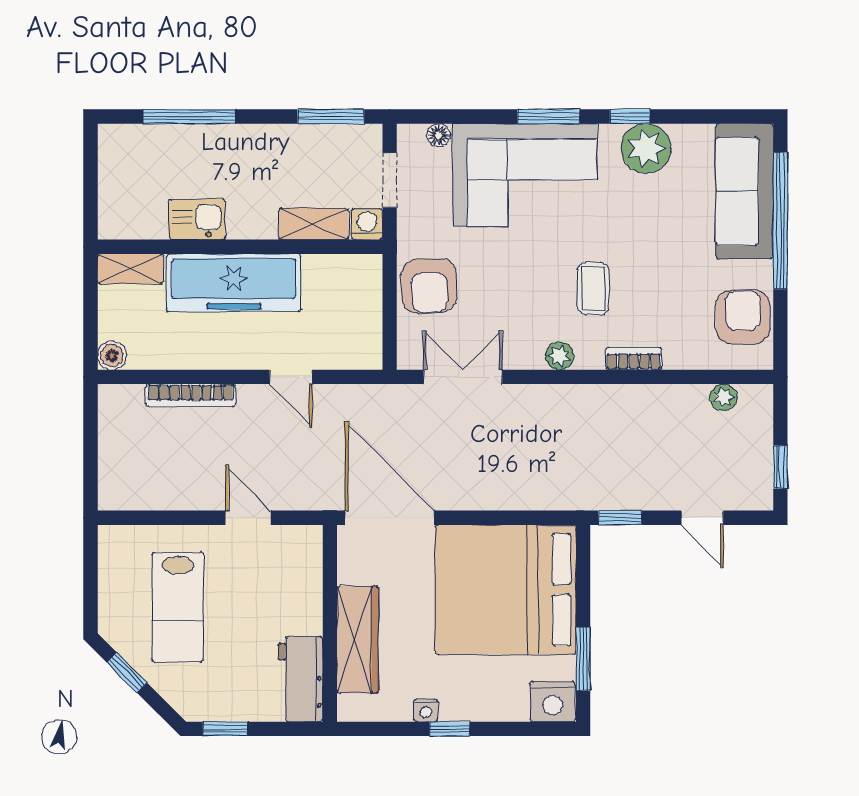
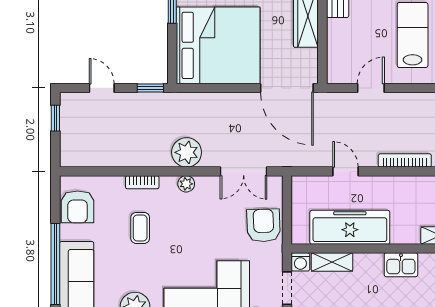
freezer: (234, 283) -> (350, 227), moved
coffee table: (593, 289) -> (140, 228), moved
plant: (724, 397) -> (187, 152), moved, width x1.88, depth x1.88
door: (248, 518) -> (371, 88), swing flipped

